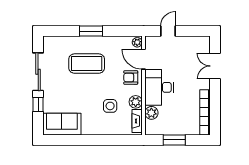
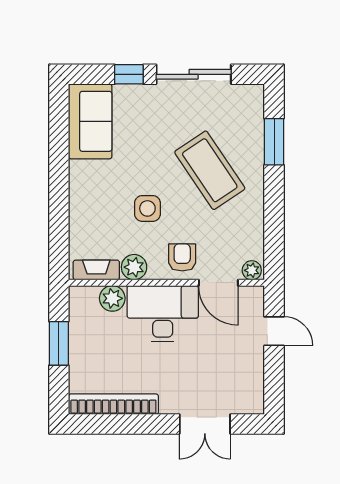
window: (91, 31) -> (274, 142), moved
door: (144, 59) -> (218, 283), swing flipped
coffee table: (87, 64) -> (210, 170), turned -34
double door: (215, 66) -> (205, 424), swing flipped
side table: (110, 106) -> (147, 208), moved

